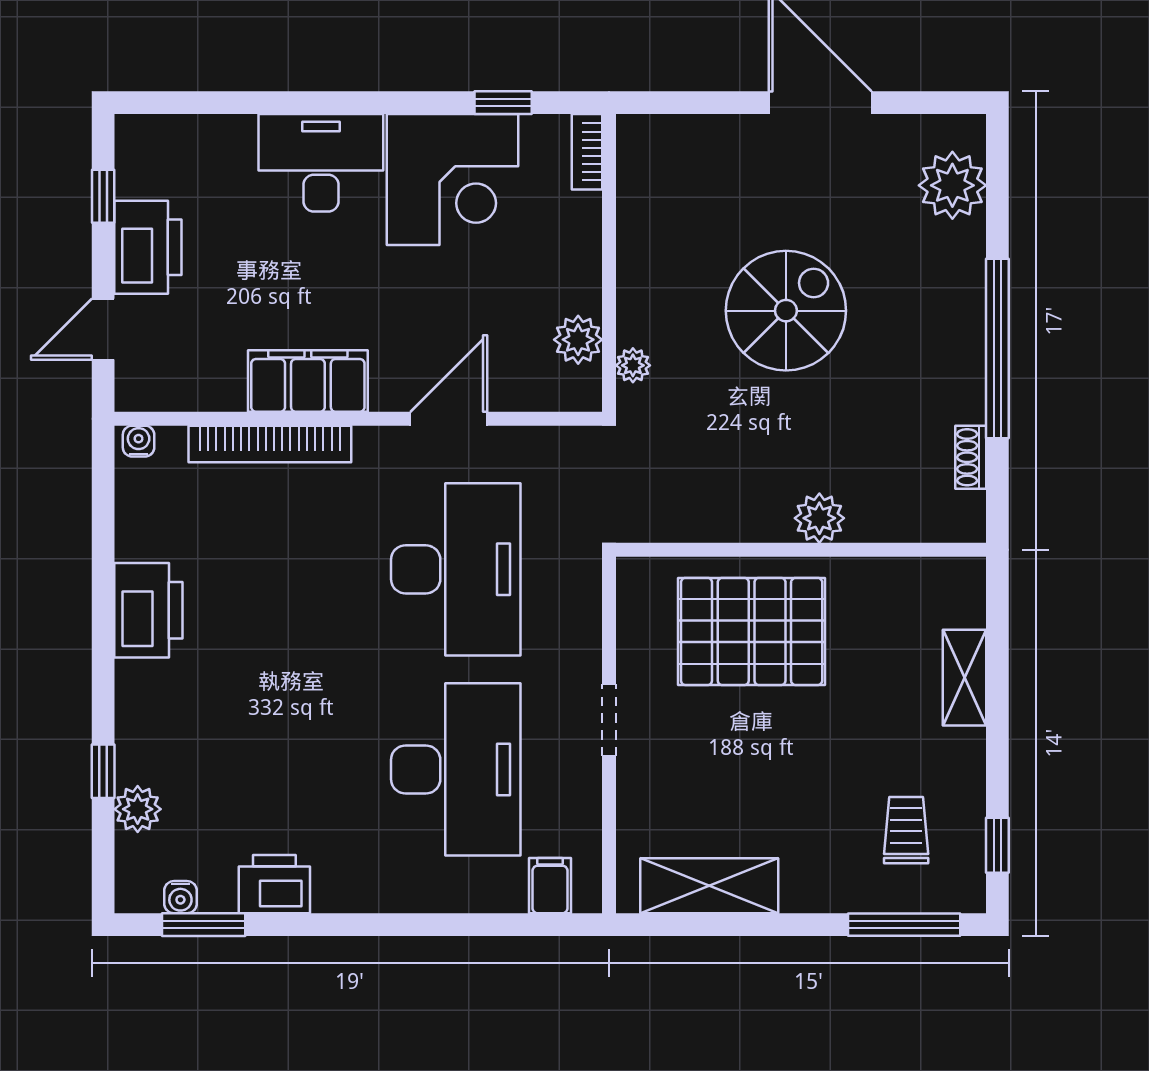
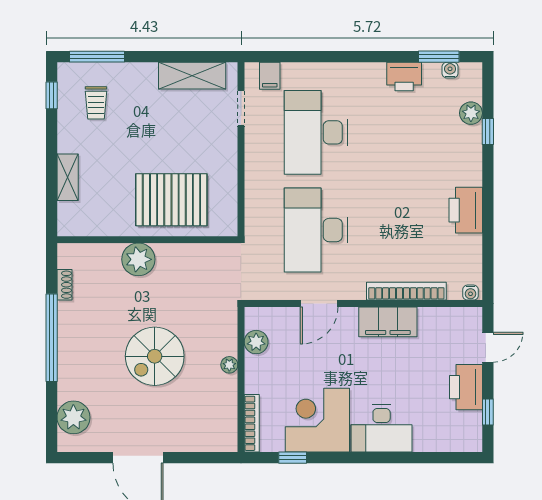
bookcase: (587, 152) -> (252, 423), width x1.56
plant: (633, 365) -> (229, 365), moved
plant: (819, 518) -> (138, 259), width x1.36, depth x1.36
doorway: (609, 720) -> (241, 108), moved

